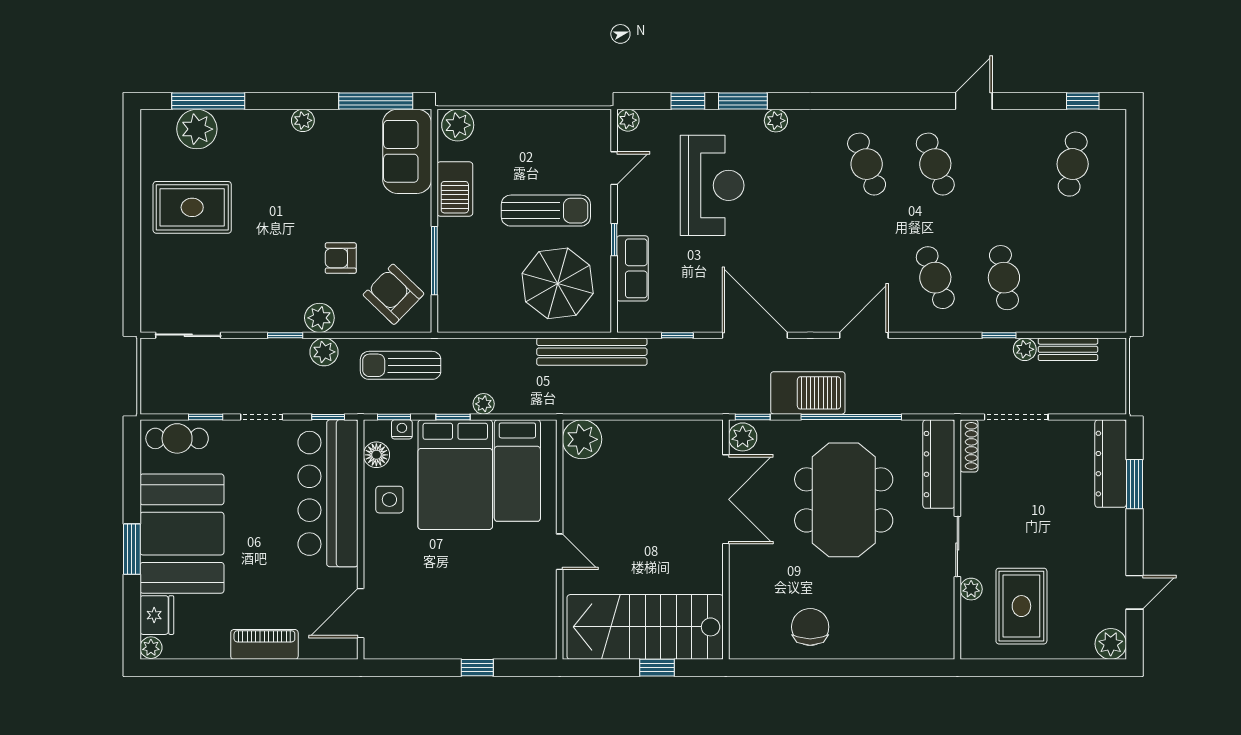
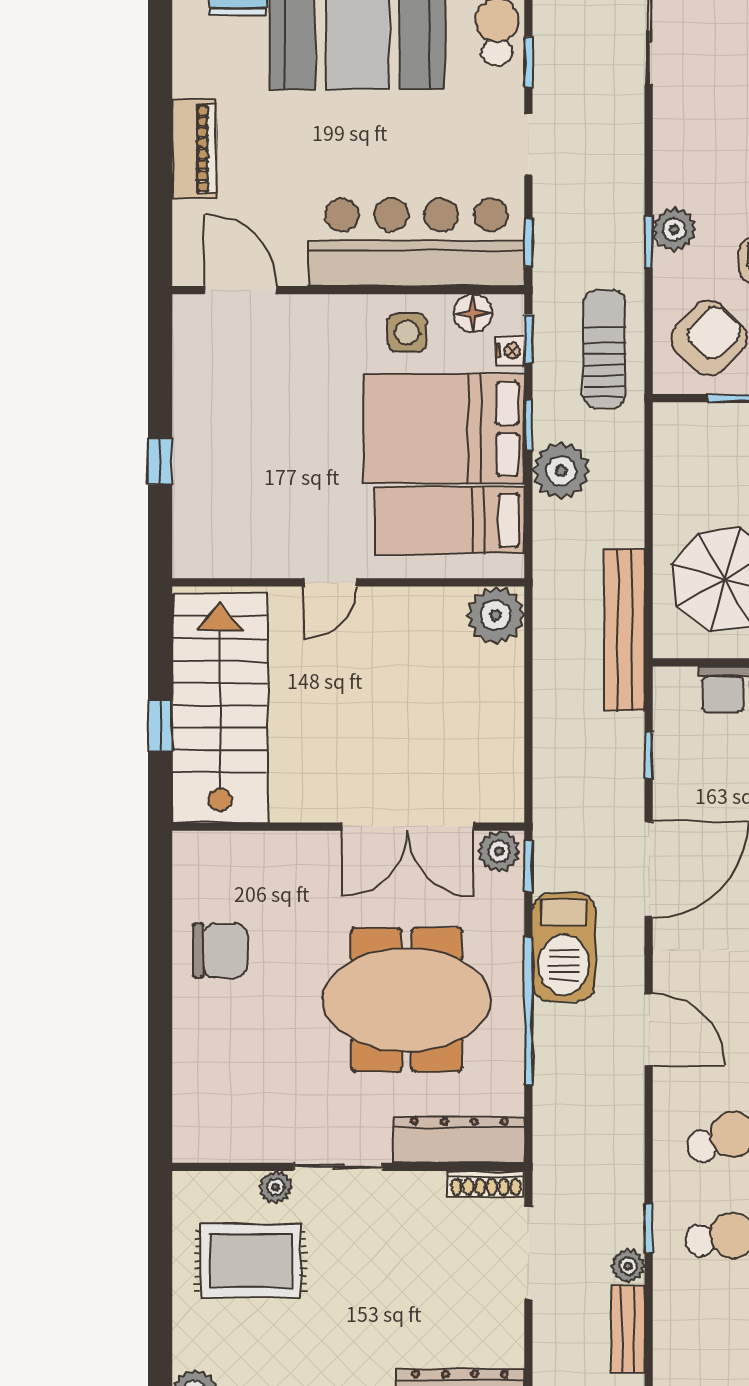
window: (285, 335) -> (649, 242), moved
plant: (324, 352) -> (624, 236), removed
plant: (484, 404) -> (561, 471), width x1.88, depth x1.88

